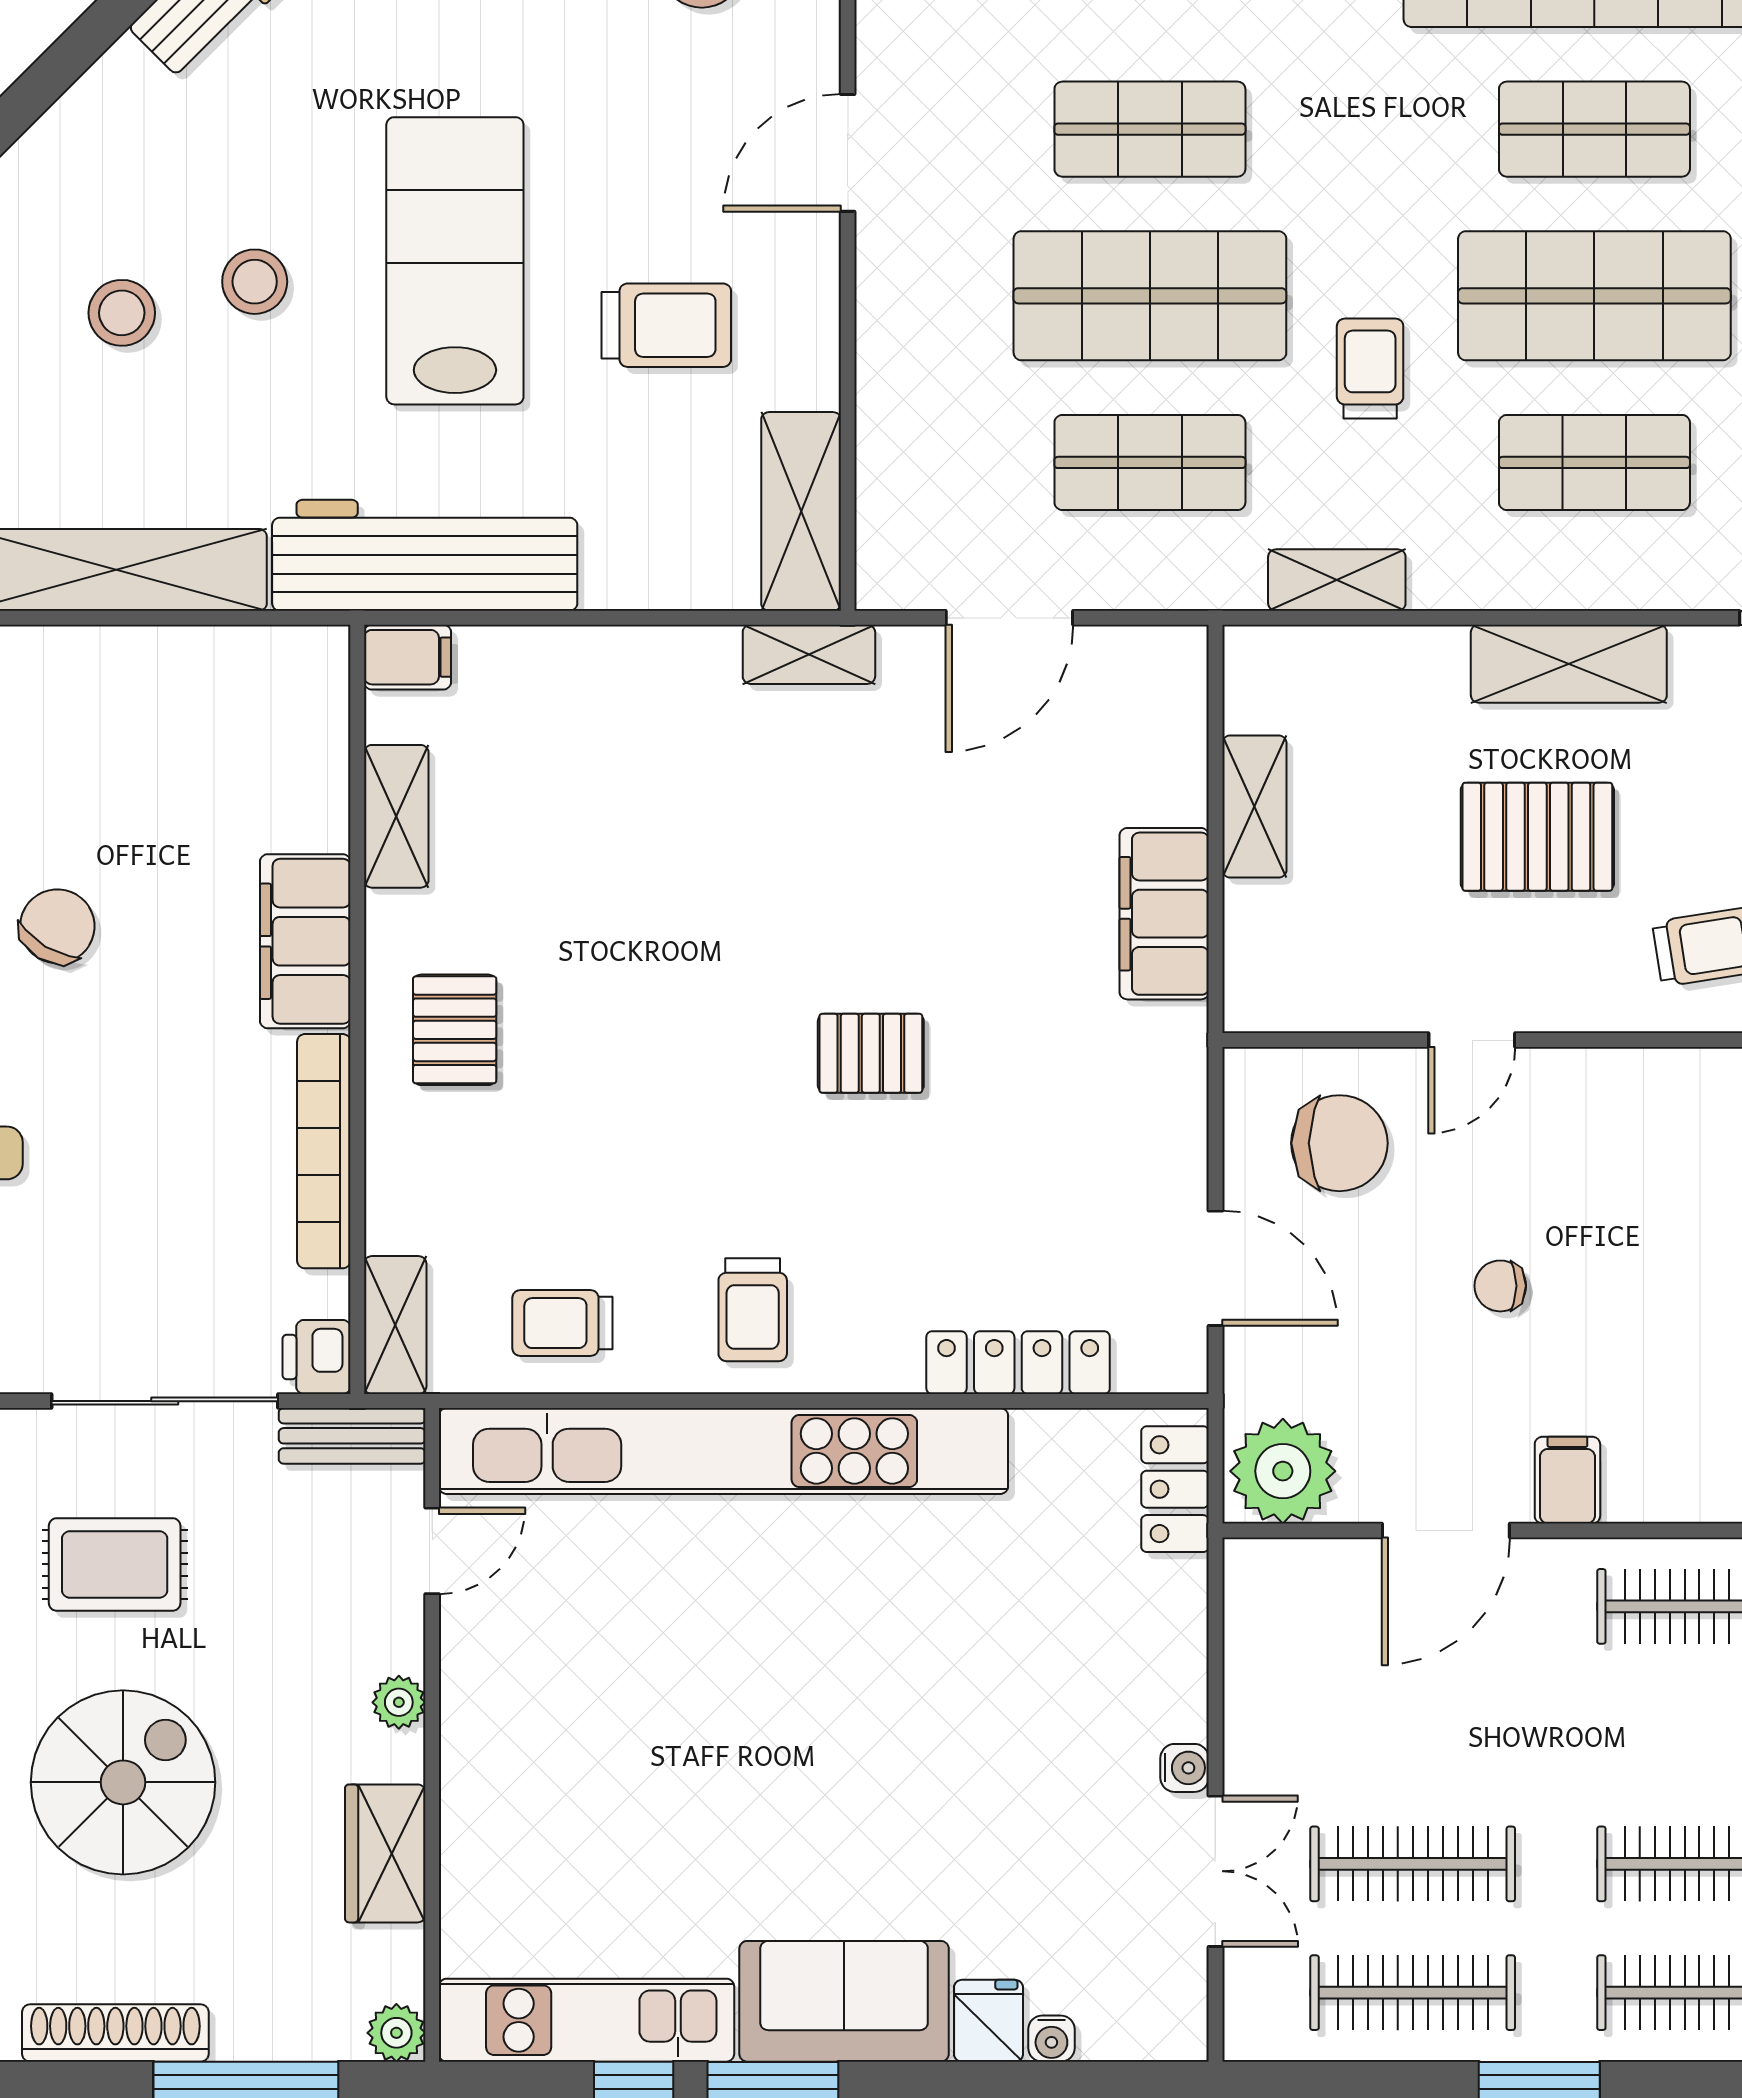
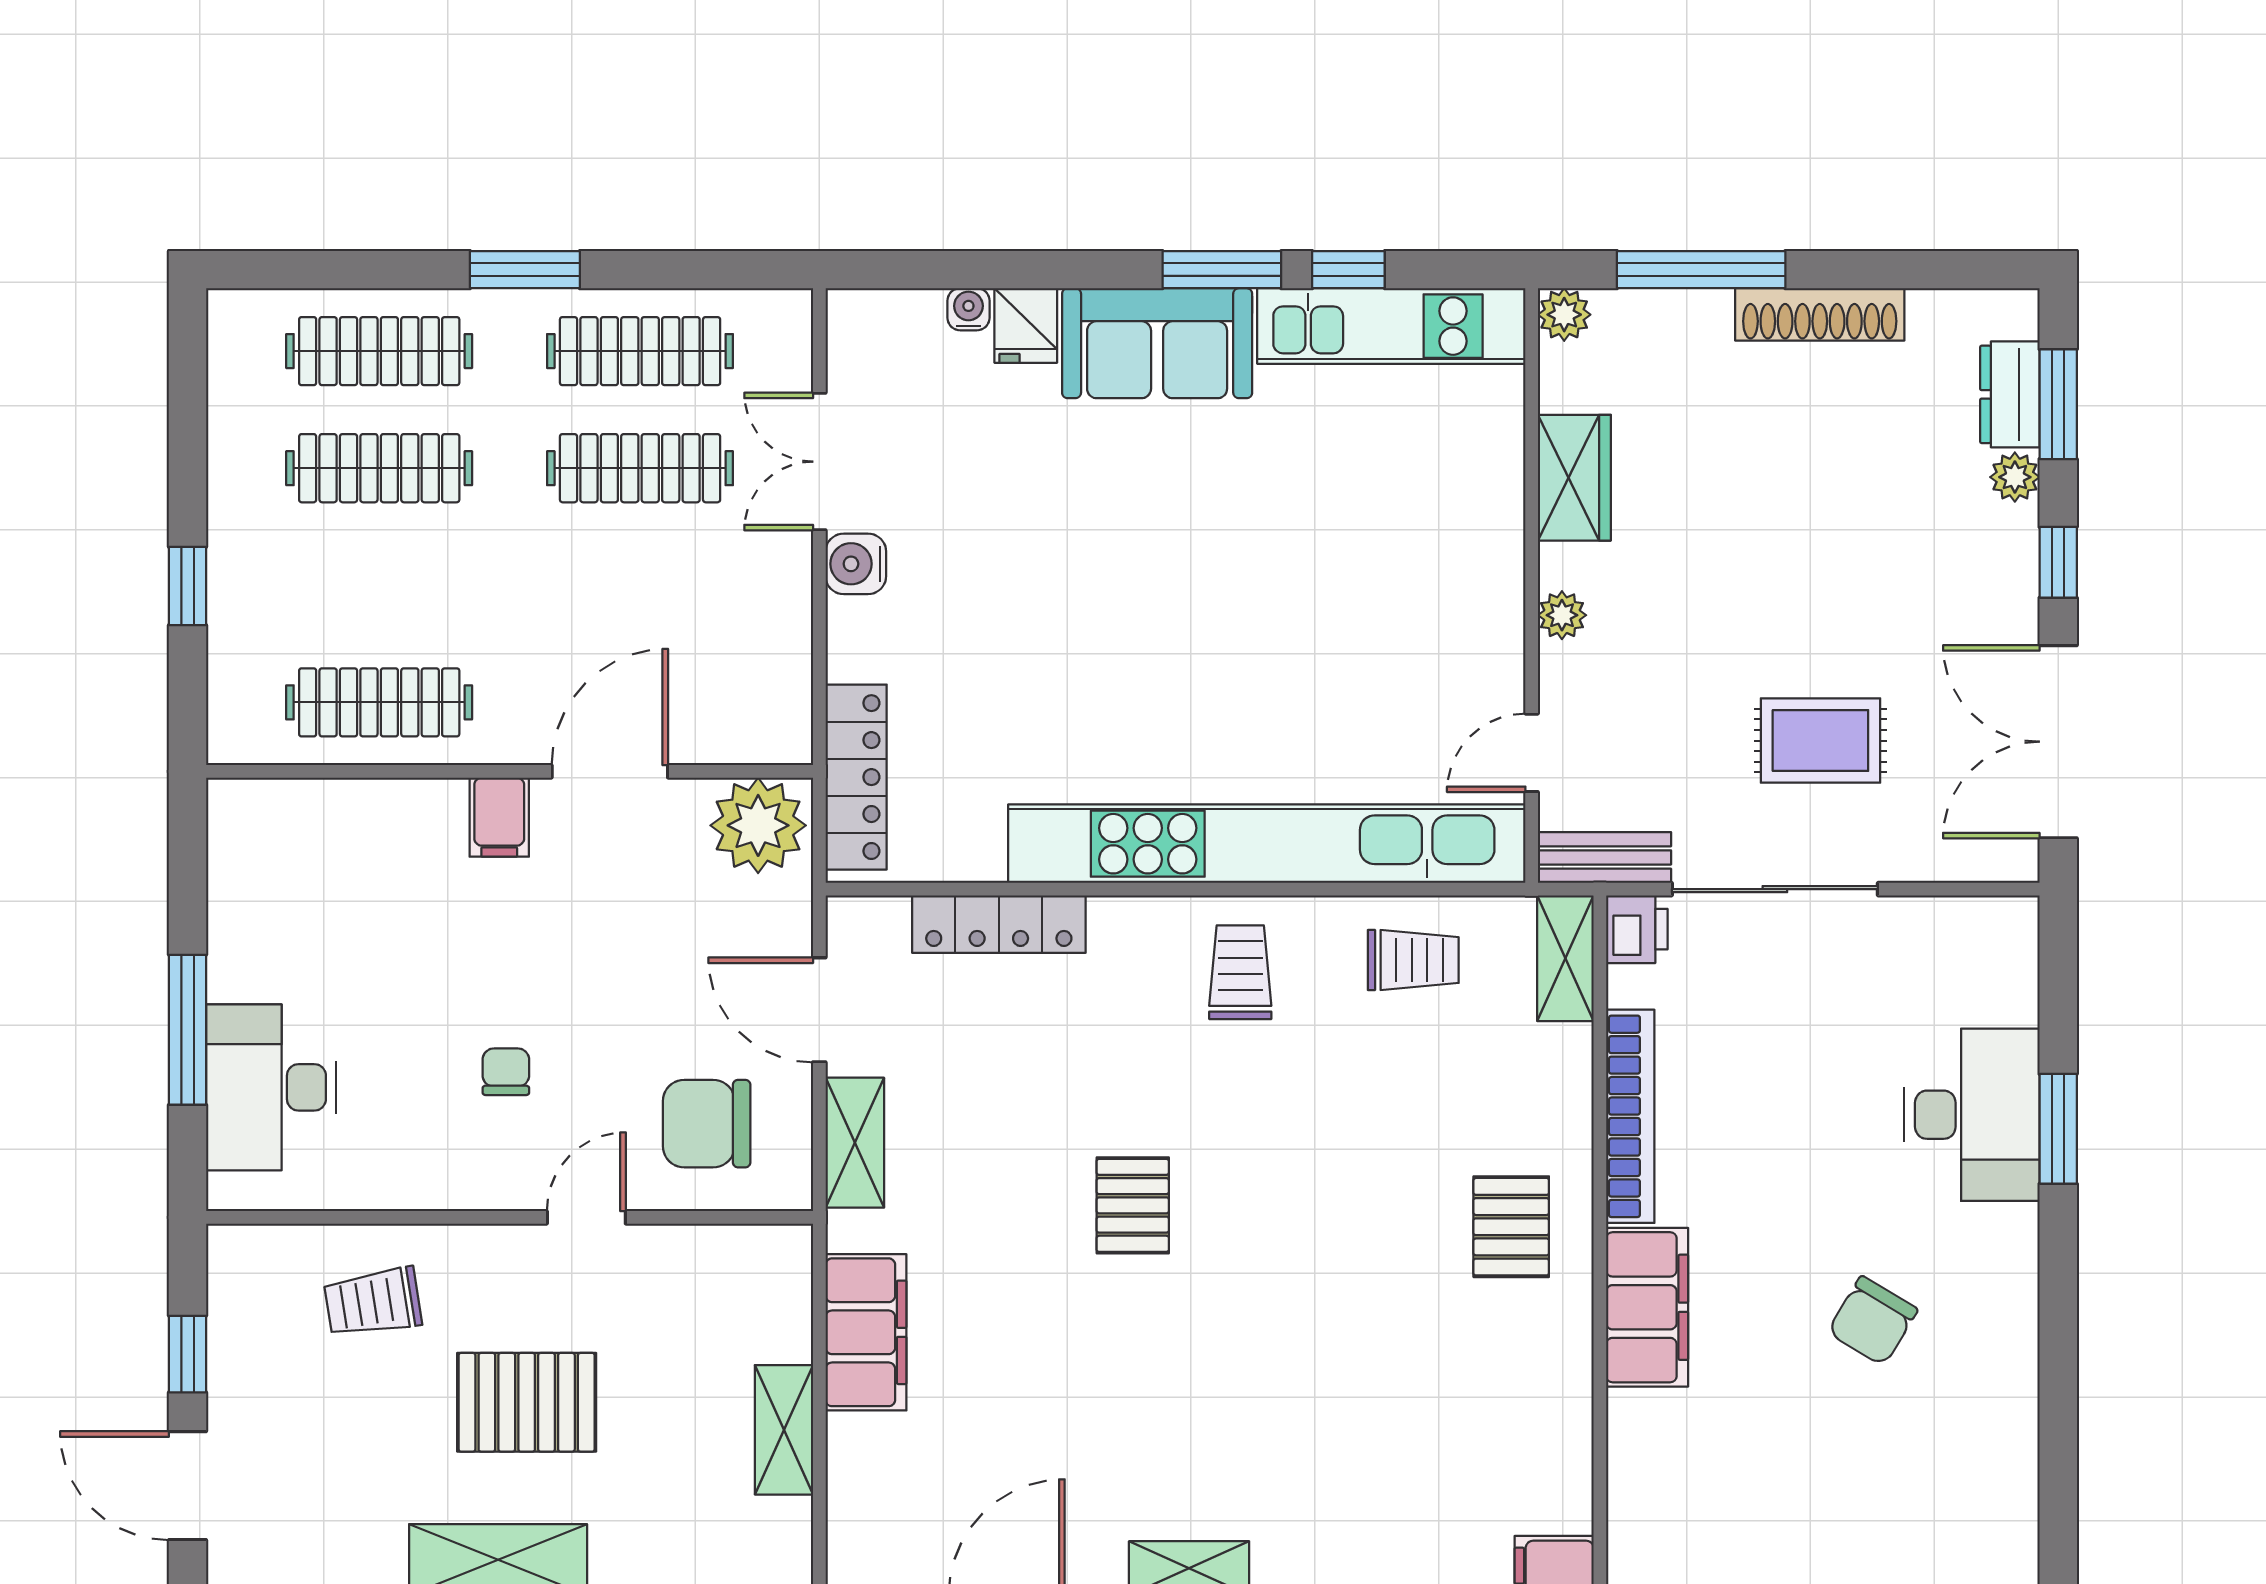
shelving: (396, 816) -> (855, 1143), moved
pallet: (871, 1053) -> (1133, 1205), turned 90
chair: (1500, 1286) -> (506, 1072), moved, turned -90
locker: (1175, 1489) -> (856, 777), width x1.53
water cooler: (1185, 1768) -> (856, 564), width x1.38, depth x1.38
spiral stairs: (123, 1782) -> (1813, 542), removed

